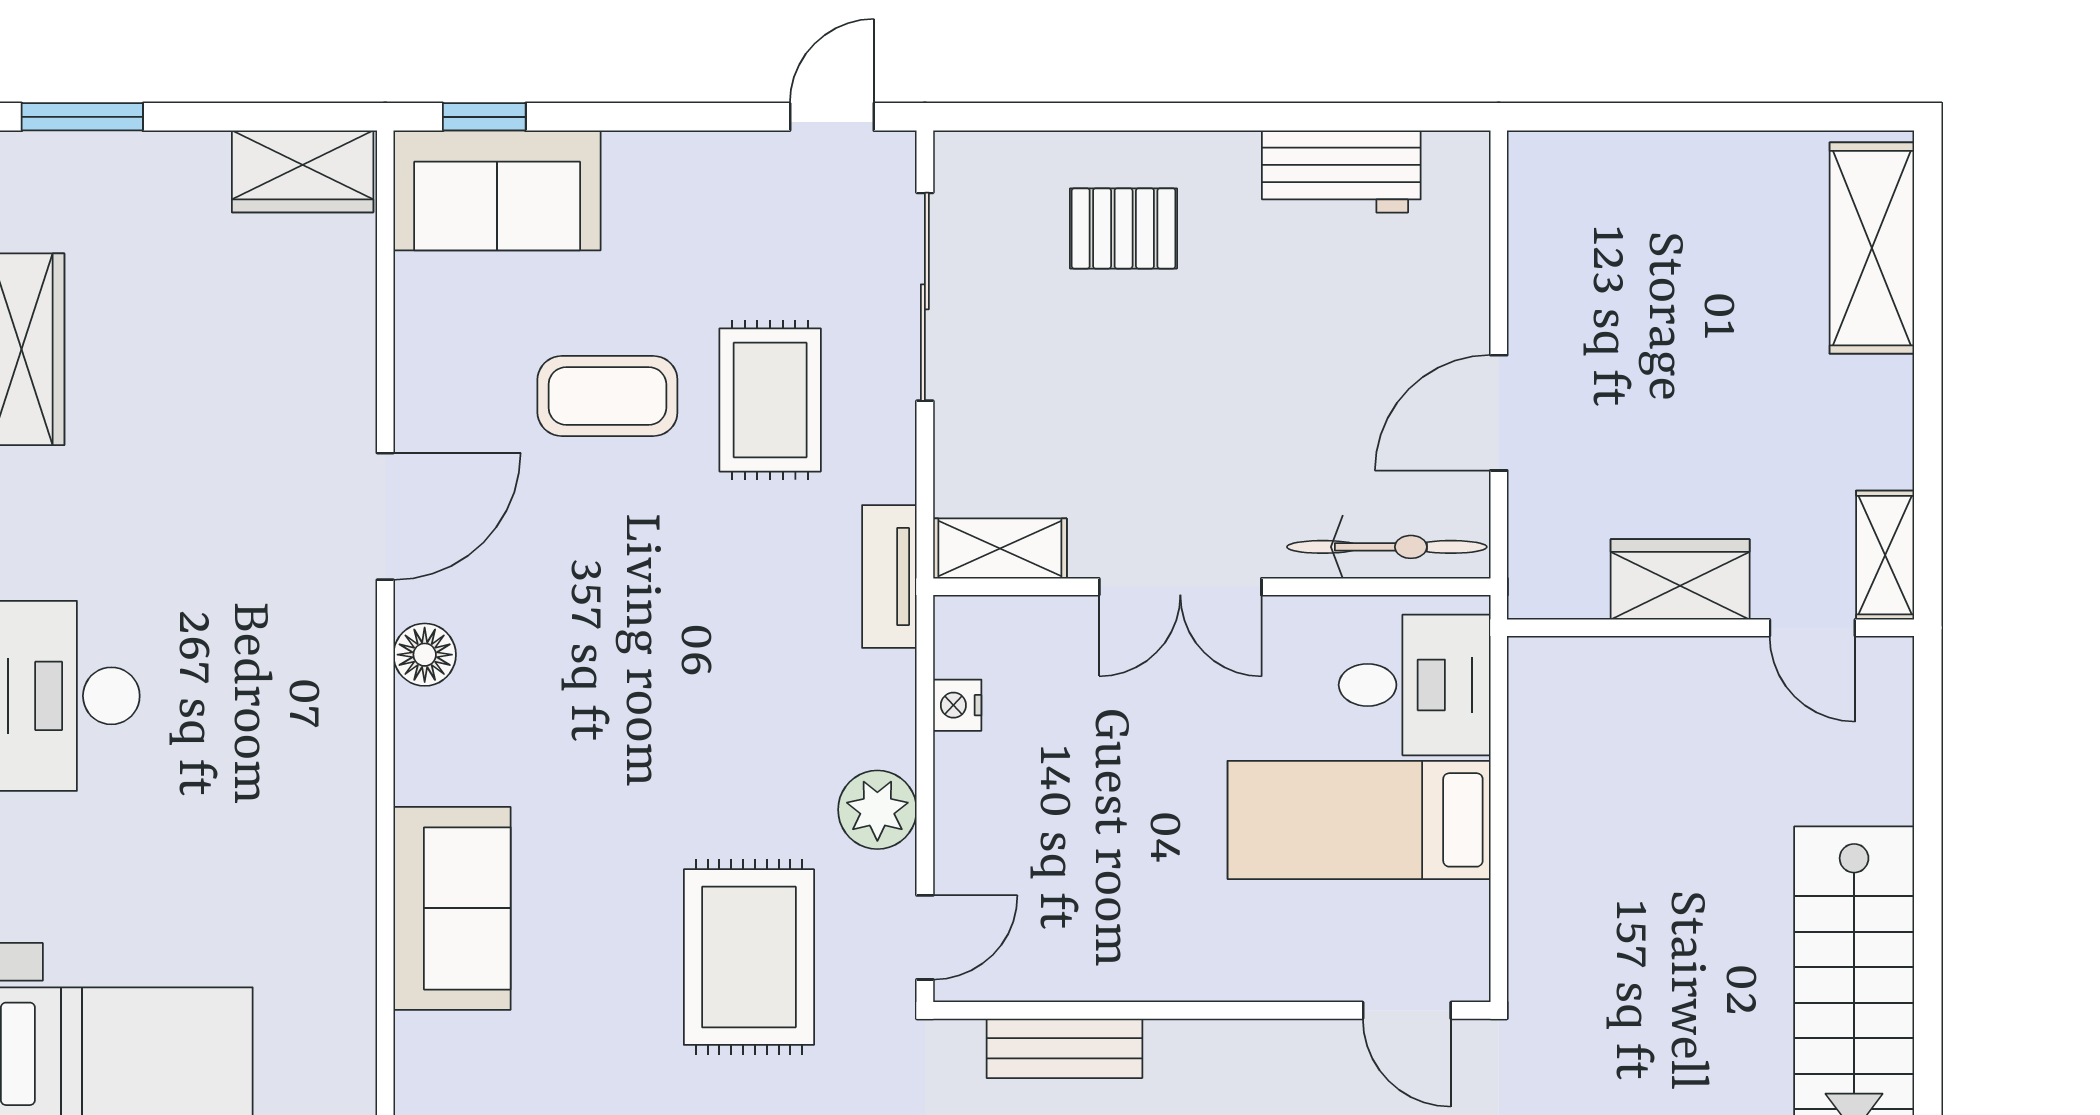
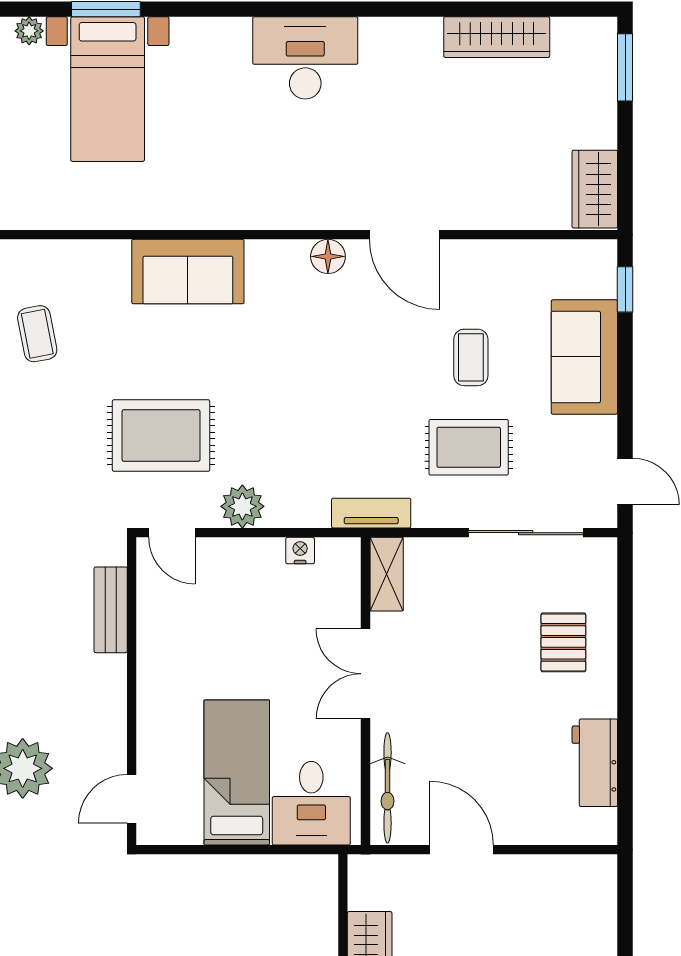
sofa: (497, 190) -> (584, 357), moved
coffee table: (607, 396) -> (471, 357), width x0.73, depth x0.77

